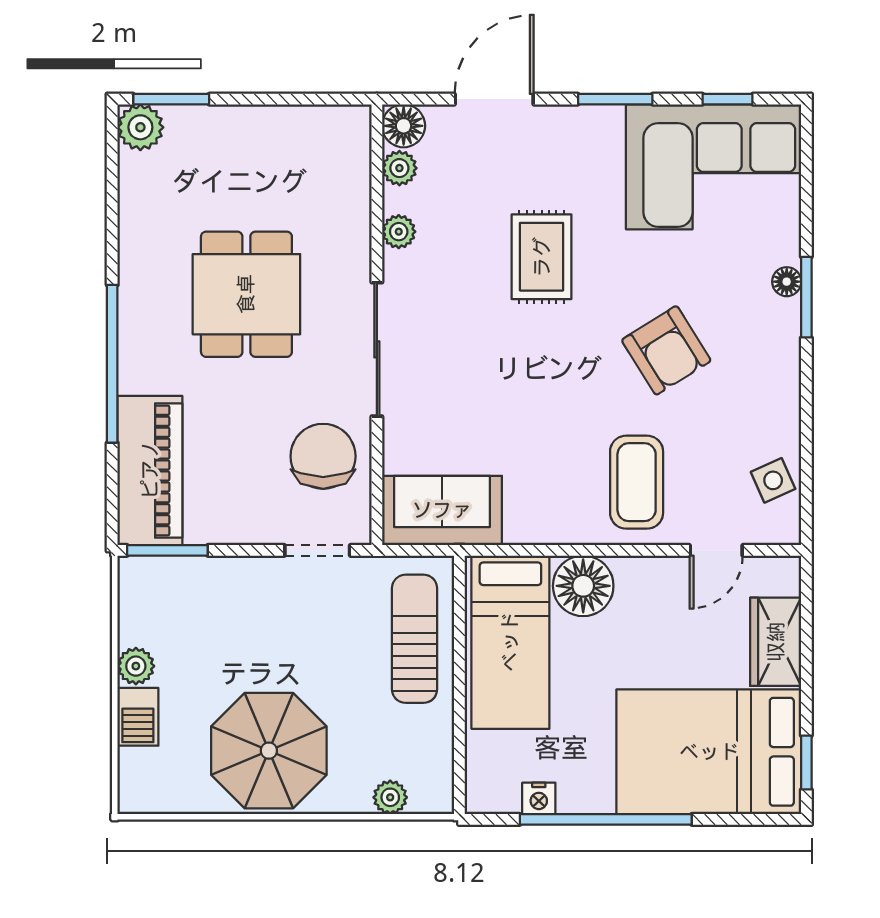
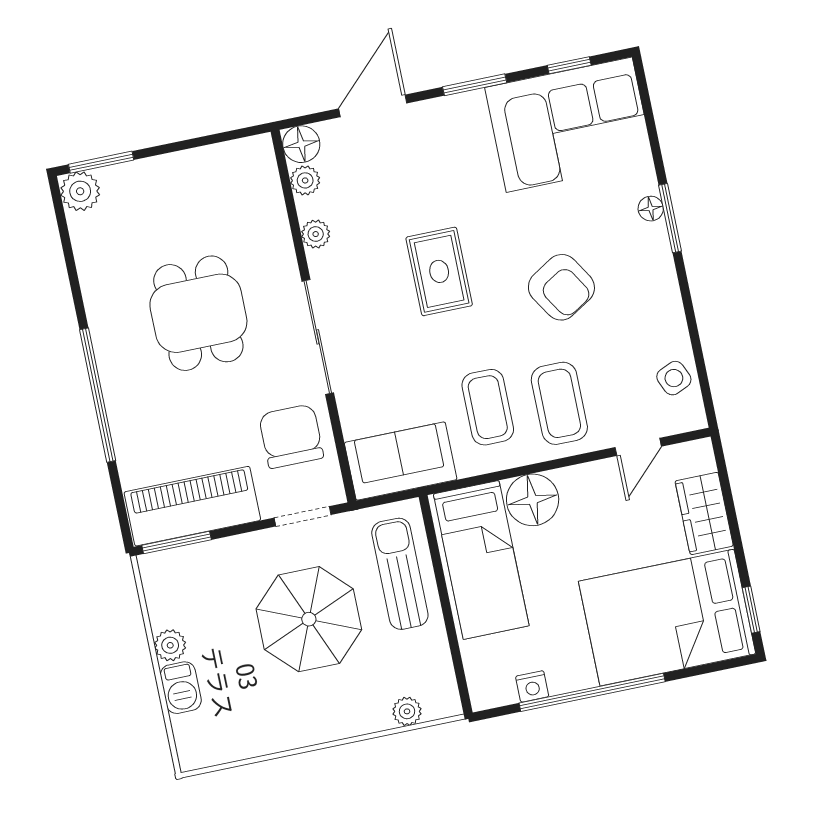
rug: (542, 257) -> (439, 271), moved
piano: (150, 470) -> (192, 506), moved, turned -90
coffee table: (554, 470) -> (488, 407), added
parasol: (269, 751) -> (309, 619), moved

